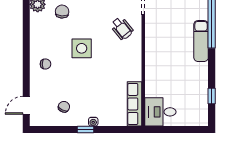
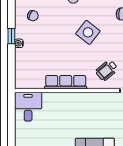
side table: (82, 48) -> (88, 32), turned 38
row of seats: (135, 104) -> (66, 82), moved

